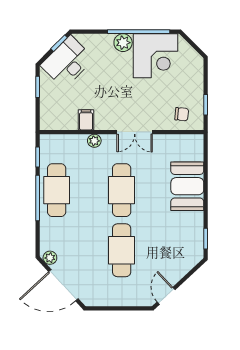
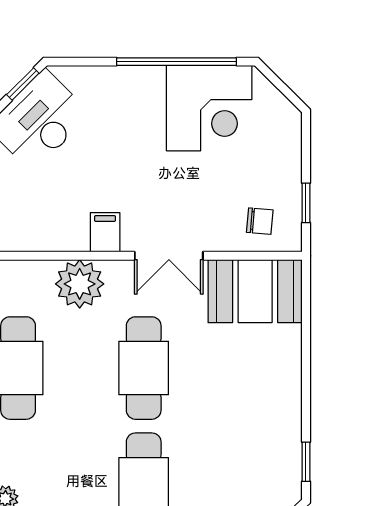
plant: (123, 43) -> (146, 83), removed
filing cabinet: (86, 120) -> (105, 232), moved
plant: (94, 141) -> (80, 284), width x1.88, depth x1.88
booth: (187, 186) -> (255, 291), moved, turned 90

